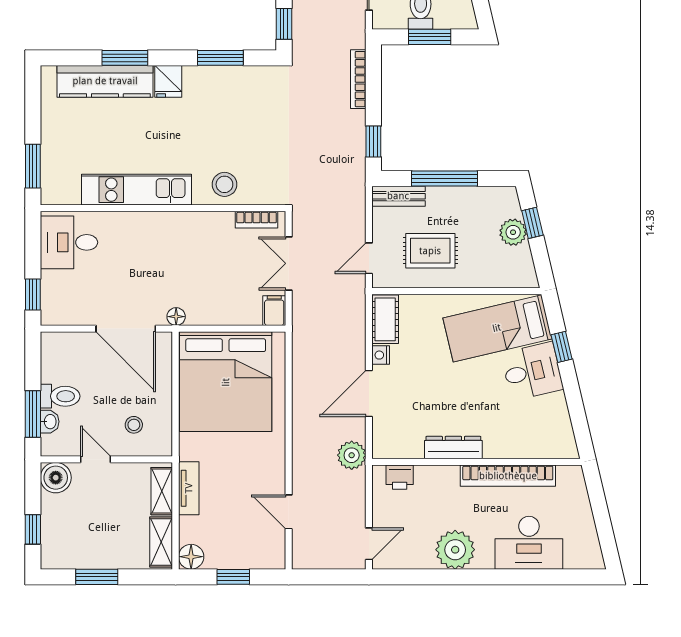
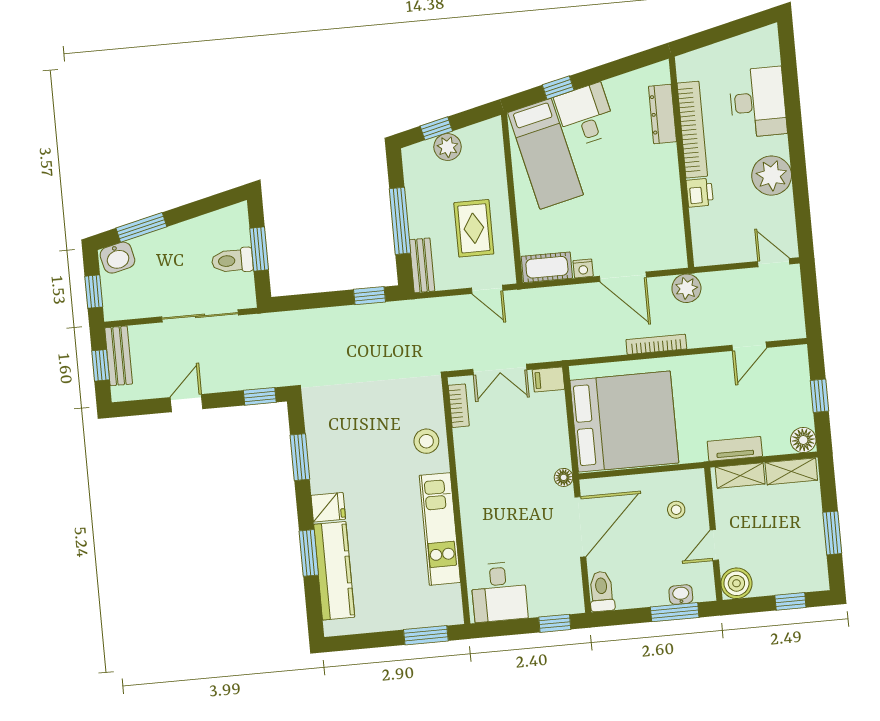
bookcase: (358, 79) -> (656, 344), moved, turned 180
toilet: (60, 396) -> (602, 591), moved
dresser: (453, 448) -> (662, 114), moved
printer: (400, 477) -> (700, 193), moved

